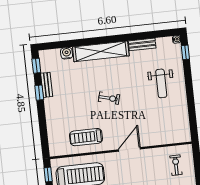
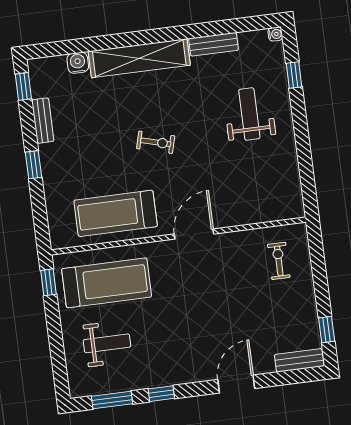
window: (185, 52) -> (294, 75), moved
weight bench: (161, 83) -> (249, 114), turned 180
window: (39, 93) -> (33, 165), moved
treadmill: (86, 137) -> (116, 213), width x1.37, depth x1.38

